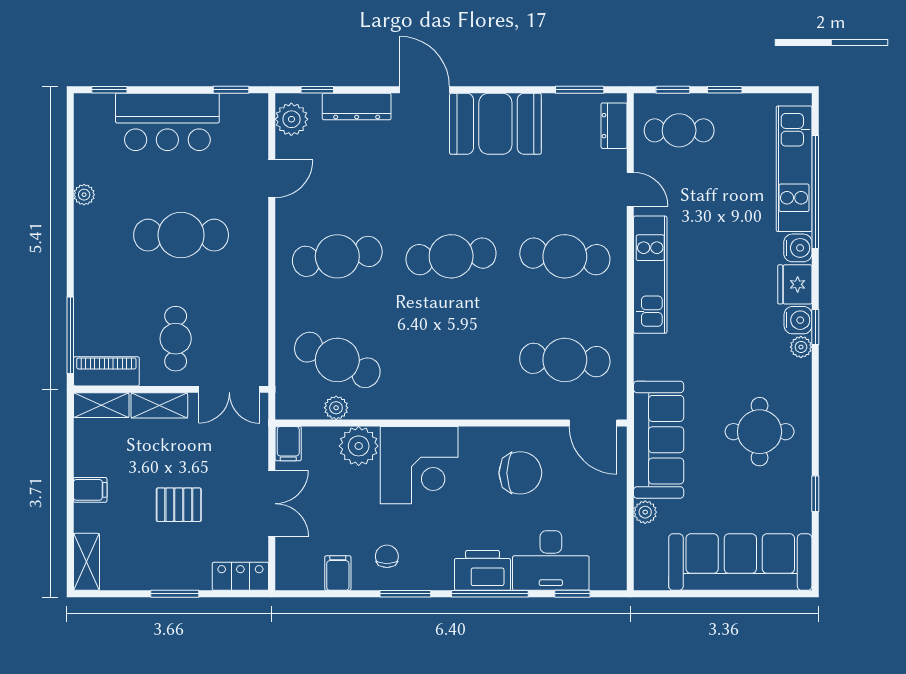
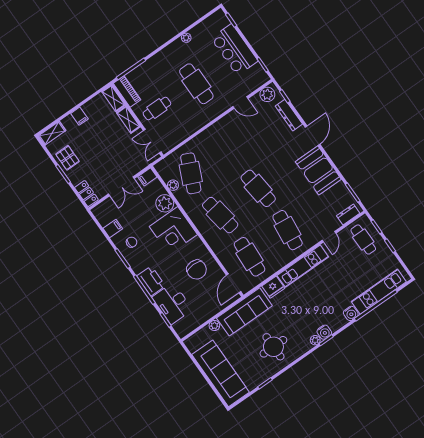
cafe table: (337, 256) -> (220, 215), moved
fridge: (795, 284) -> (273, 287), moved, turned 180
pallet: (179, 505) -> (67, 158), moved

